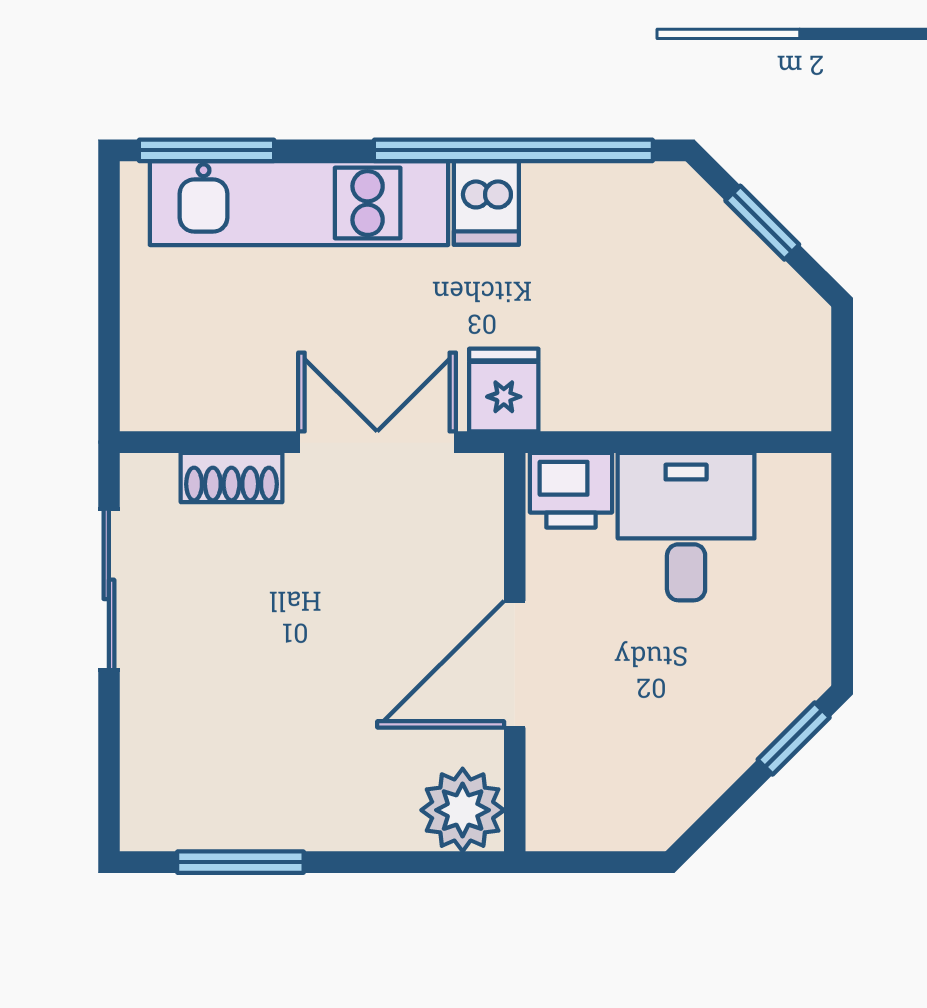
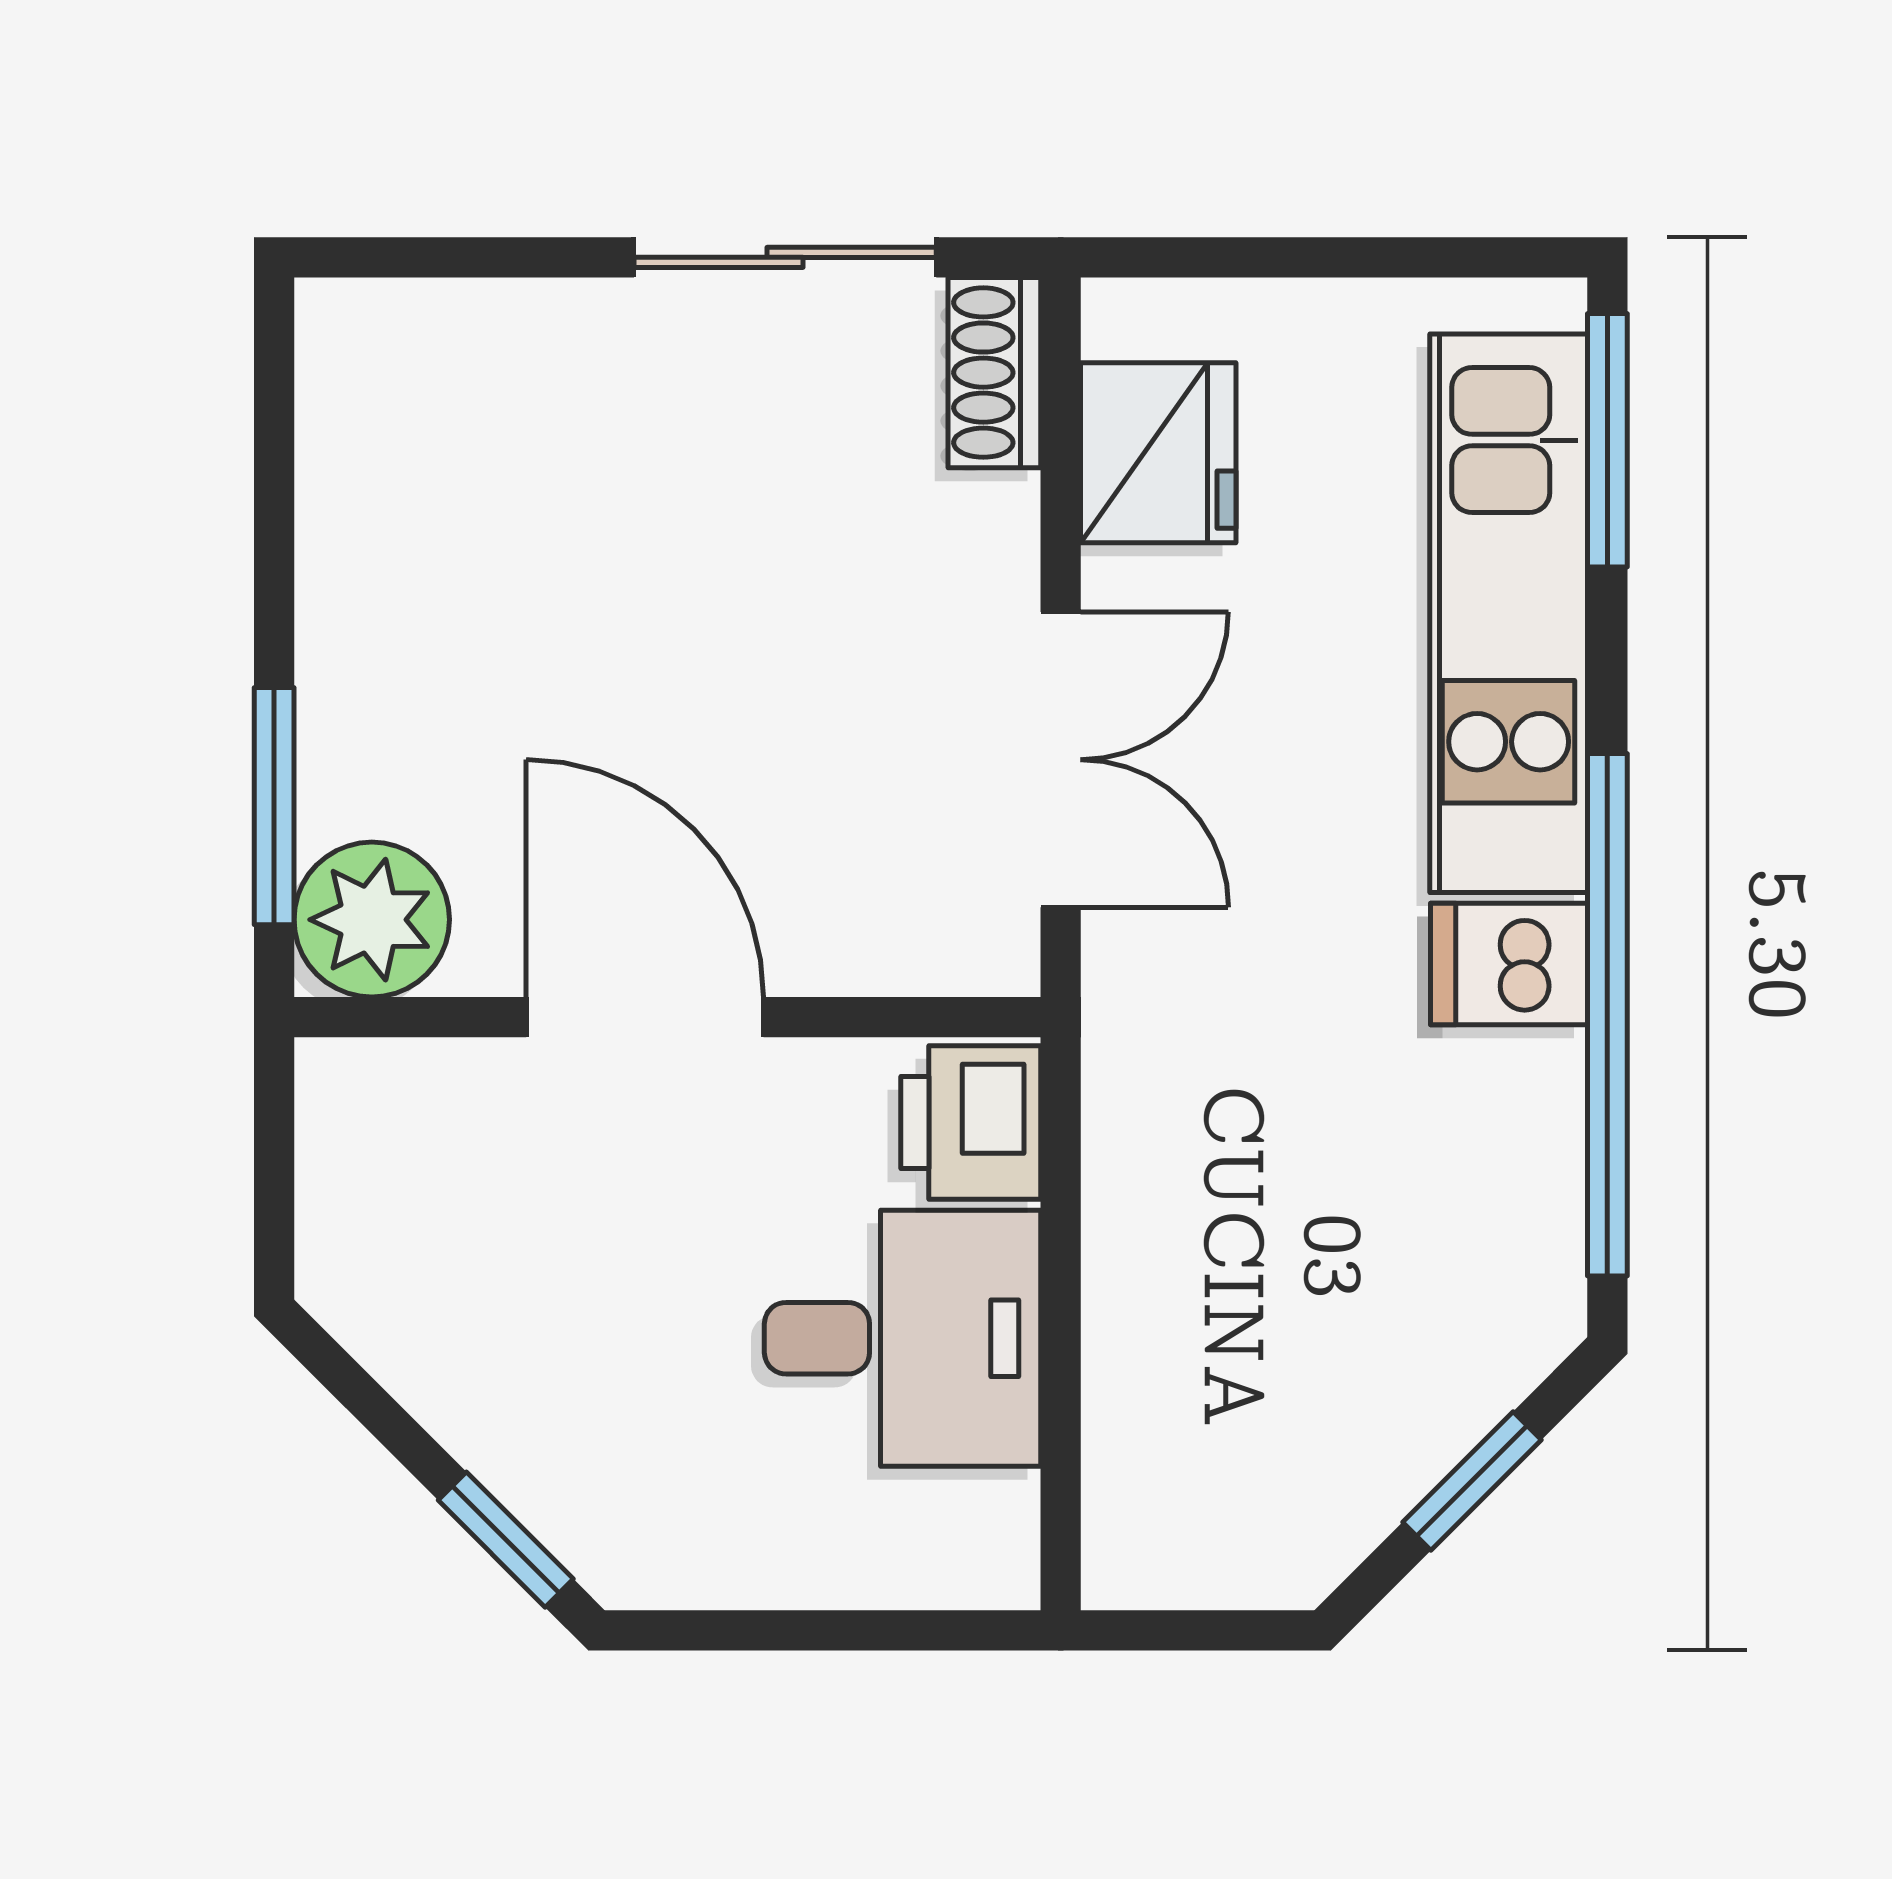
fridge: (504, 390) -> (1158, 453), moved, width x1.38
shoe rack: (231, 478) -> (994, 373), moved
window: (240, 862) -> (274, 806), moved

